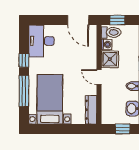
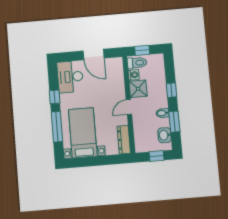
door: (78, 20) -> (94, 54), moved
door: (99, 77) -> (129, 107), hinge flipped

